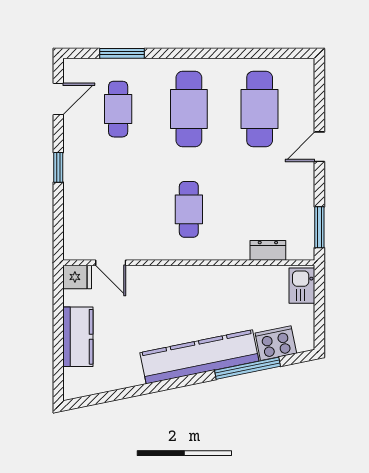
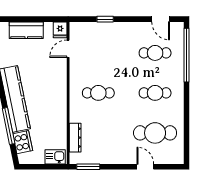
window: (122, 53) -> (187, 55), width x2.11
cafe table: (189, 109) -> (155, 93), width x0.73, depth x0.74
door: (319, 147) -> (145, 167), moved
window: (58, 167) -> (105, 19), moved
dresser: (268, 250) -> (75, 138), width x1.44

